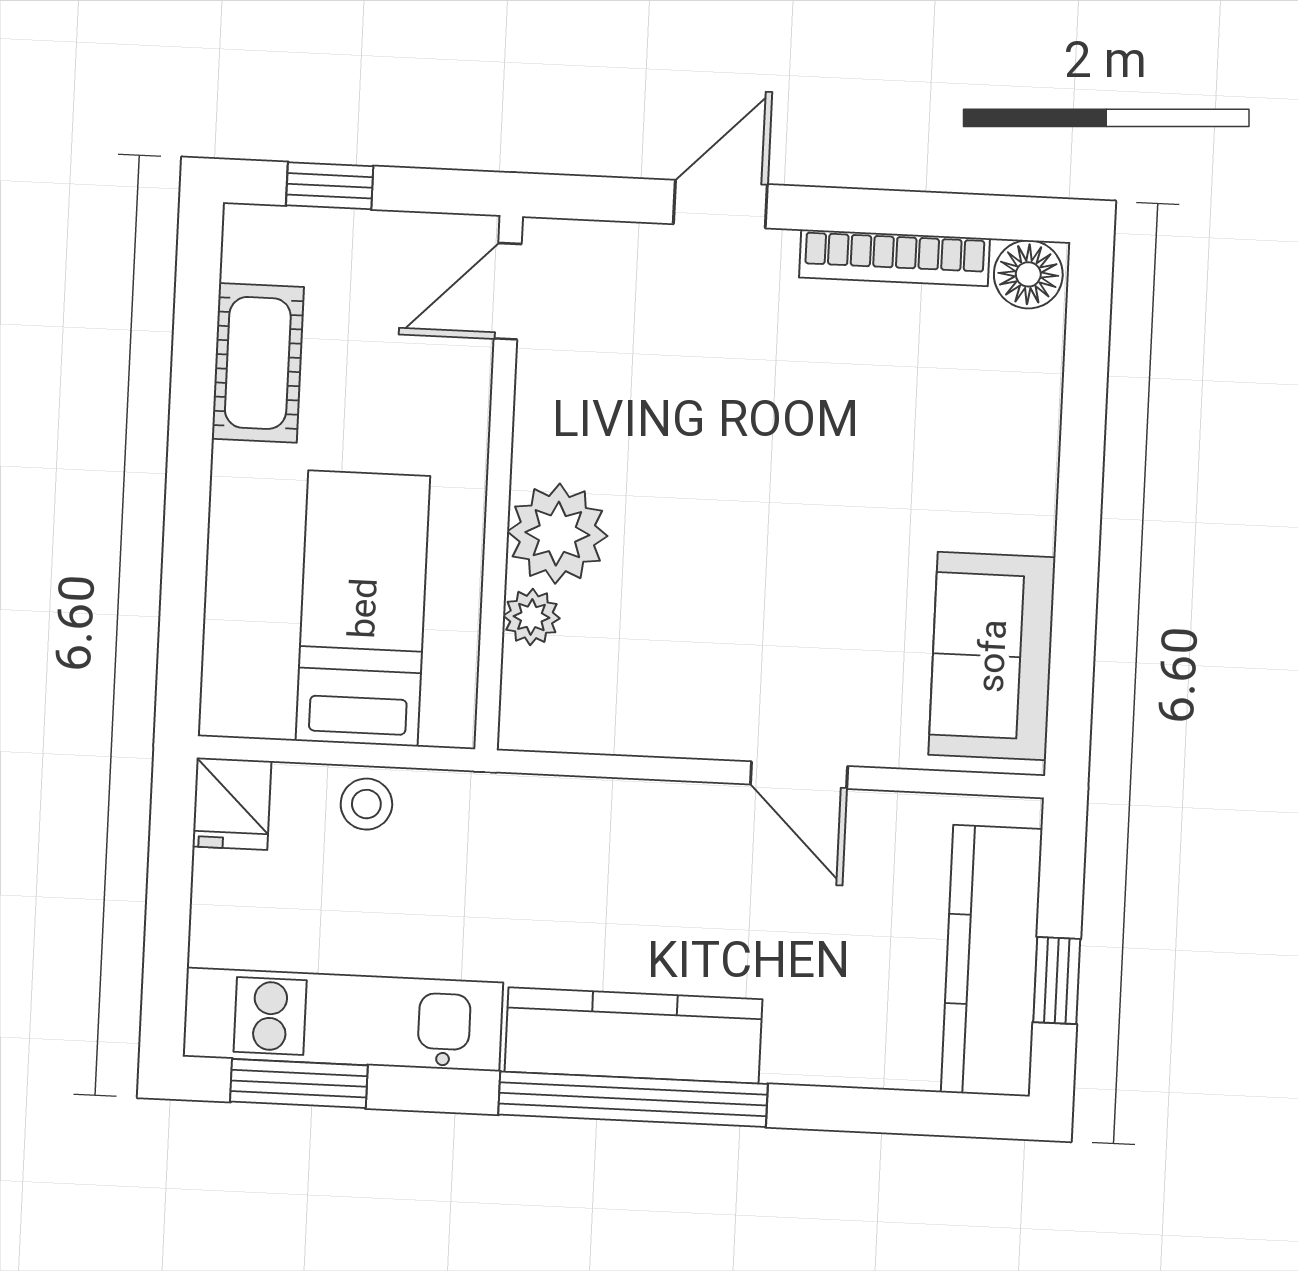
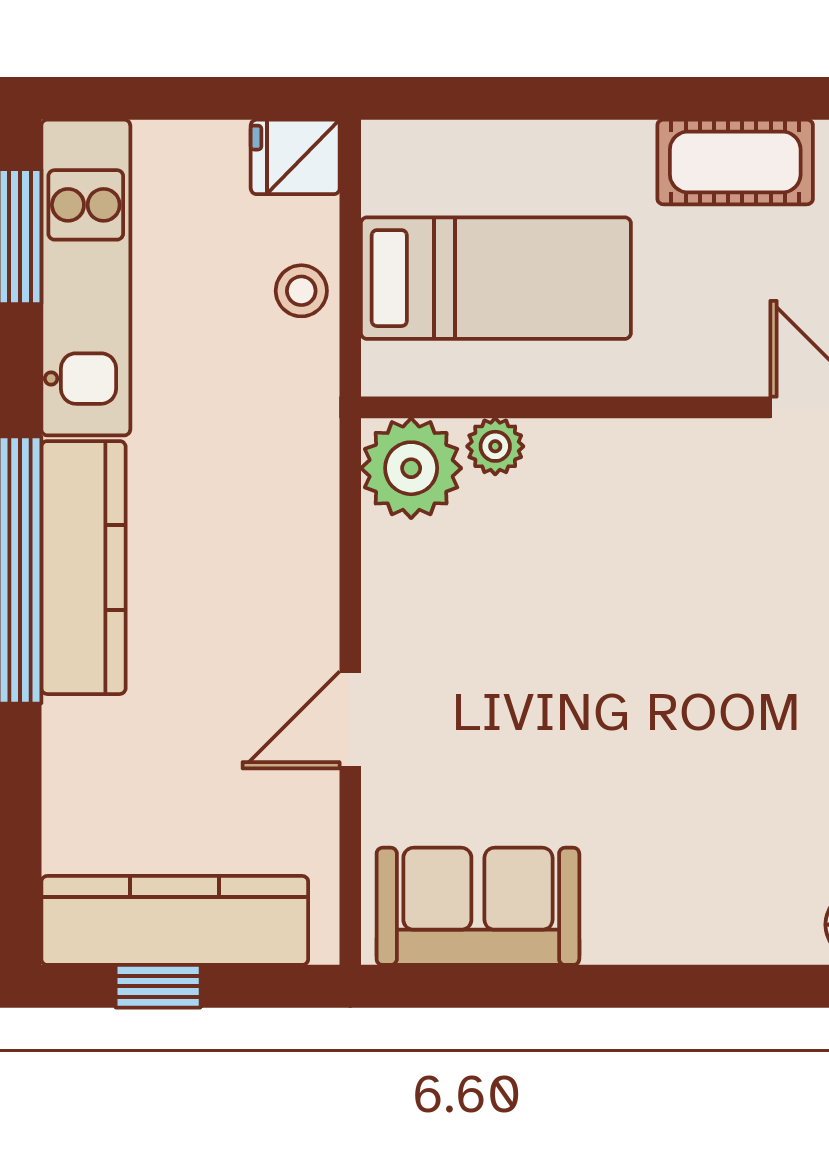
plant: (557, 534) -> (411, 468), moved

